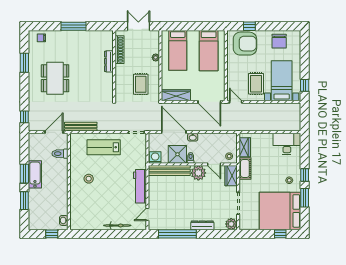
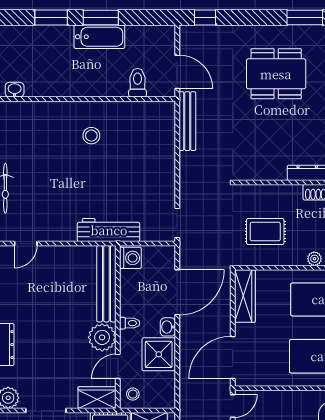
lab bench: (104, 147) -> (149, 163), removed
shower: (177, 154) -> (159, 354), moved
workbench: (140, 186) -> (109, 230), moved
door: (147, 214) -> (26, 244), swing flipped

